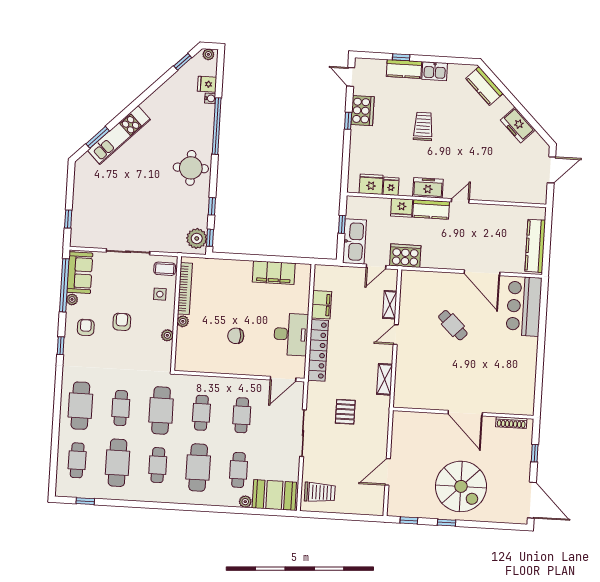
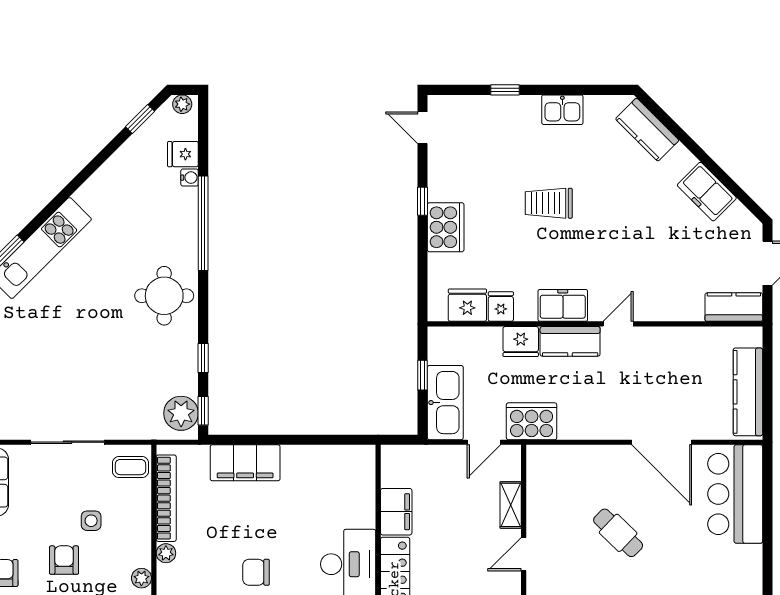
kitchen counter: (404, 69) -> (734, 307), moved, turned 180
cooker: (362, 111) -> (446, 227), moved
trolley: (423, 126) -> (549, 203), turned -90
filing cabinet: (274, 273) -> (245, 463), moved
side table: (160, 294) -> (91, 521), moved

